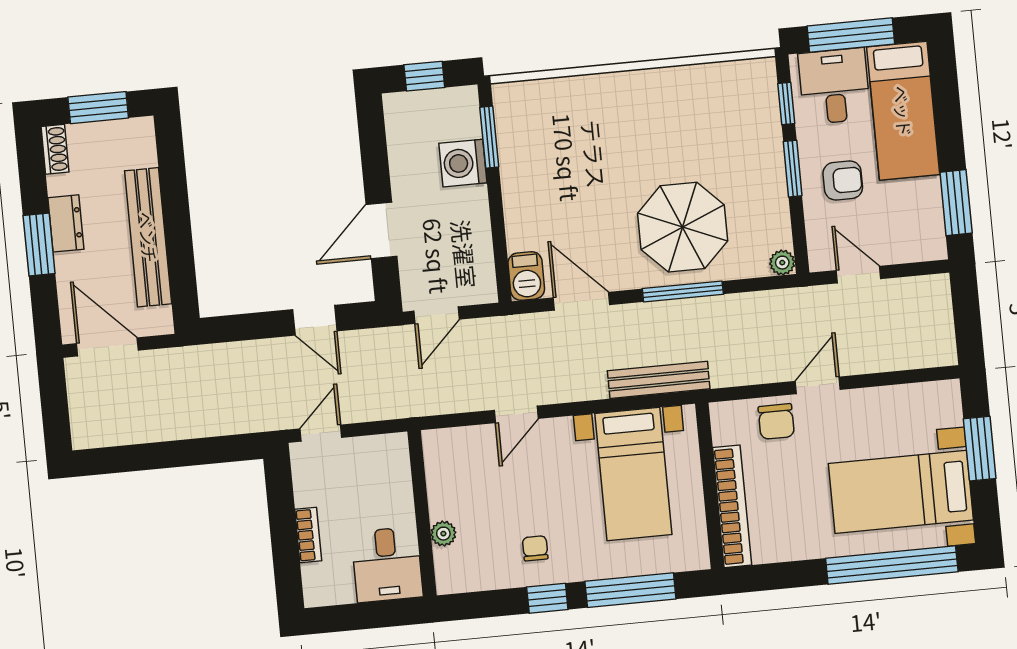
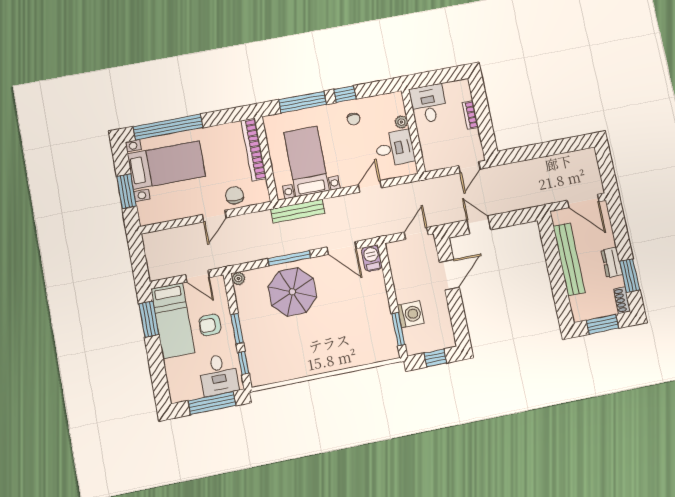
bed: (903, 111) -> (173, 321), moved, turned 180
window: (39, 245) -> (630, 276), moved
desk: (461, 484) -> (395, 148), added

